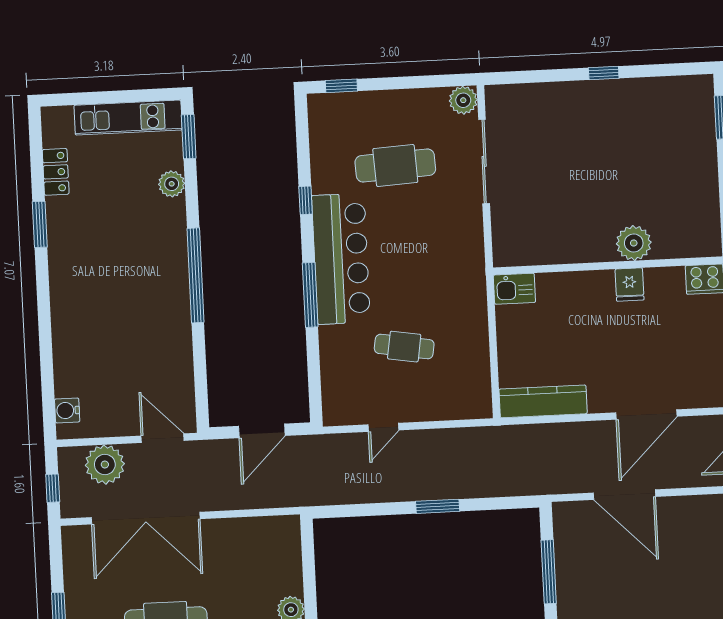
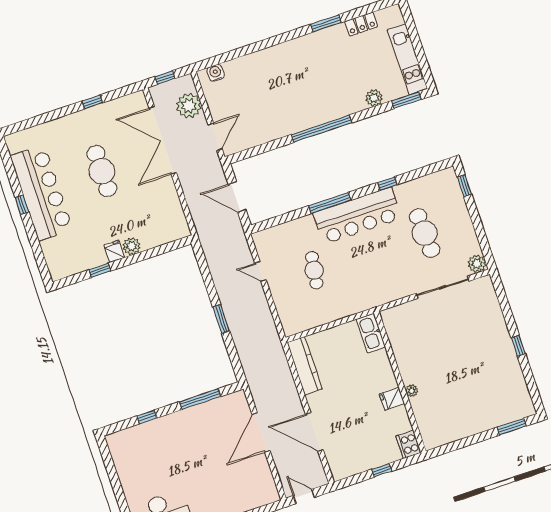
plant: (634, 243) -> (412, 391), width x0.53, depth x0.53
kitchen sink: (514, 289) -> (371, 333), width x1.38

